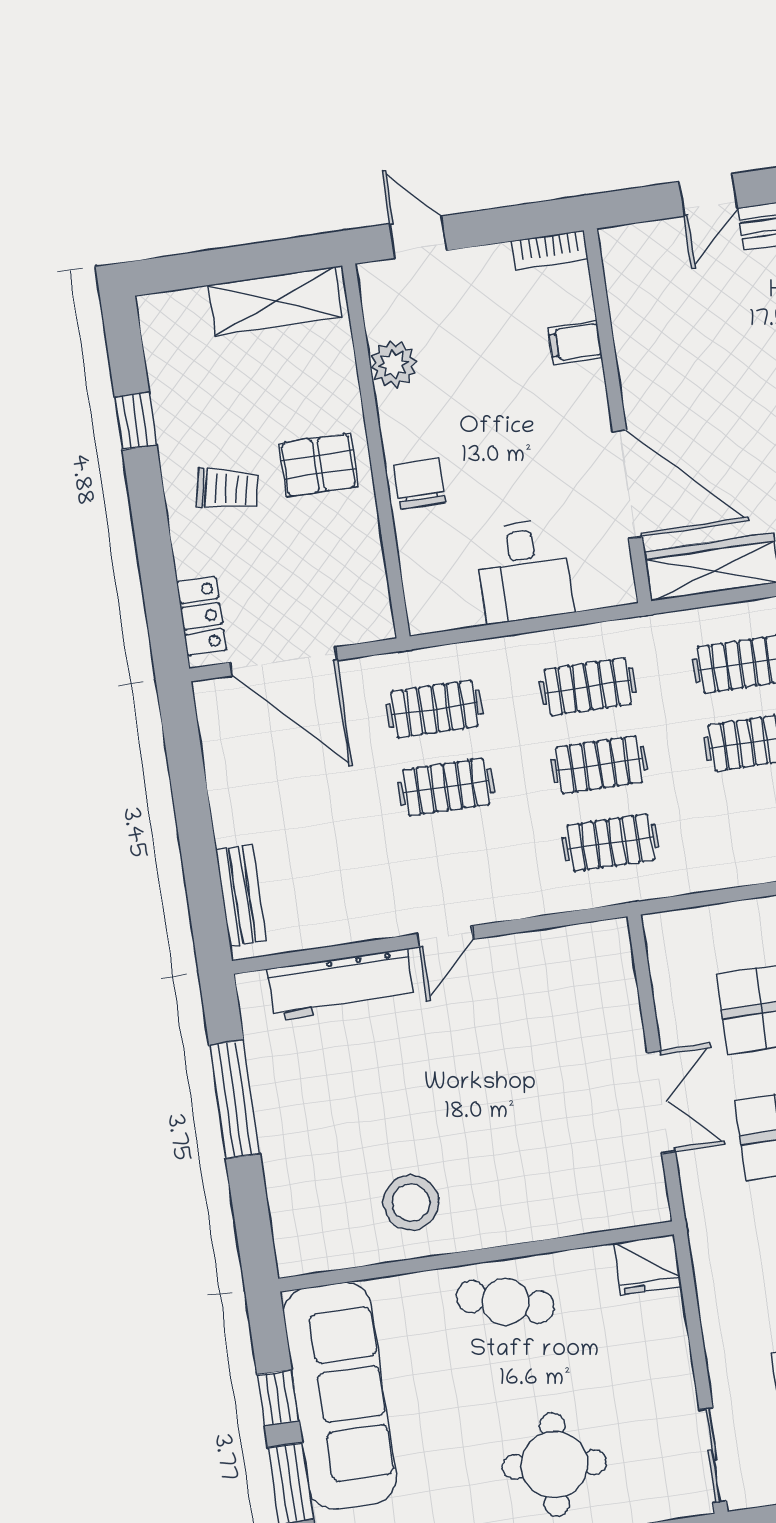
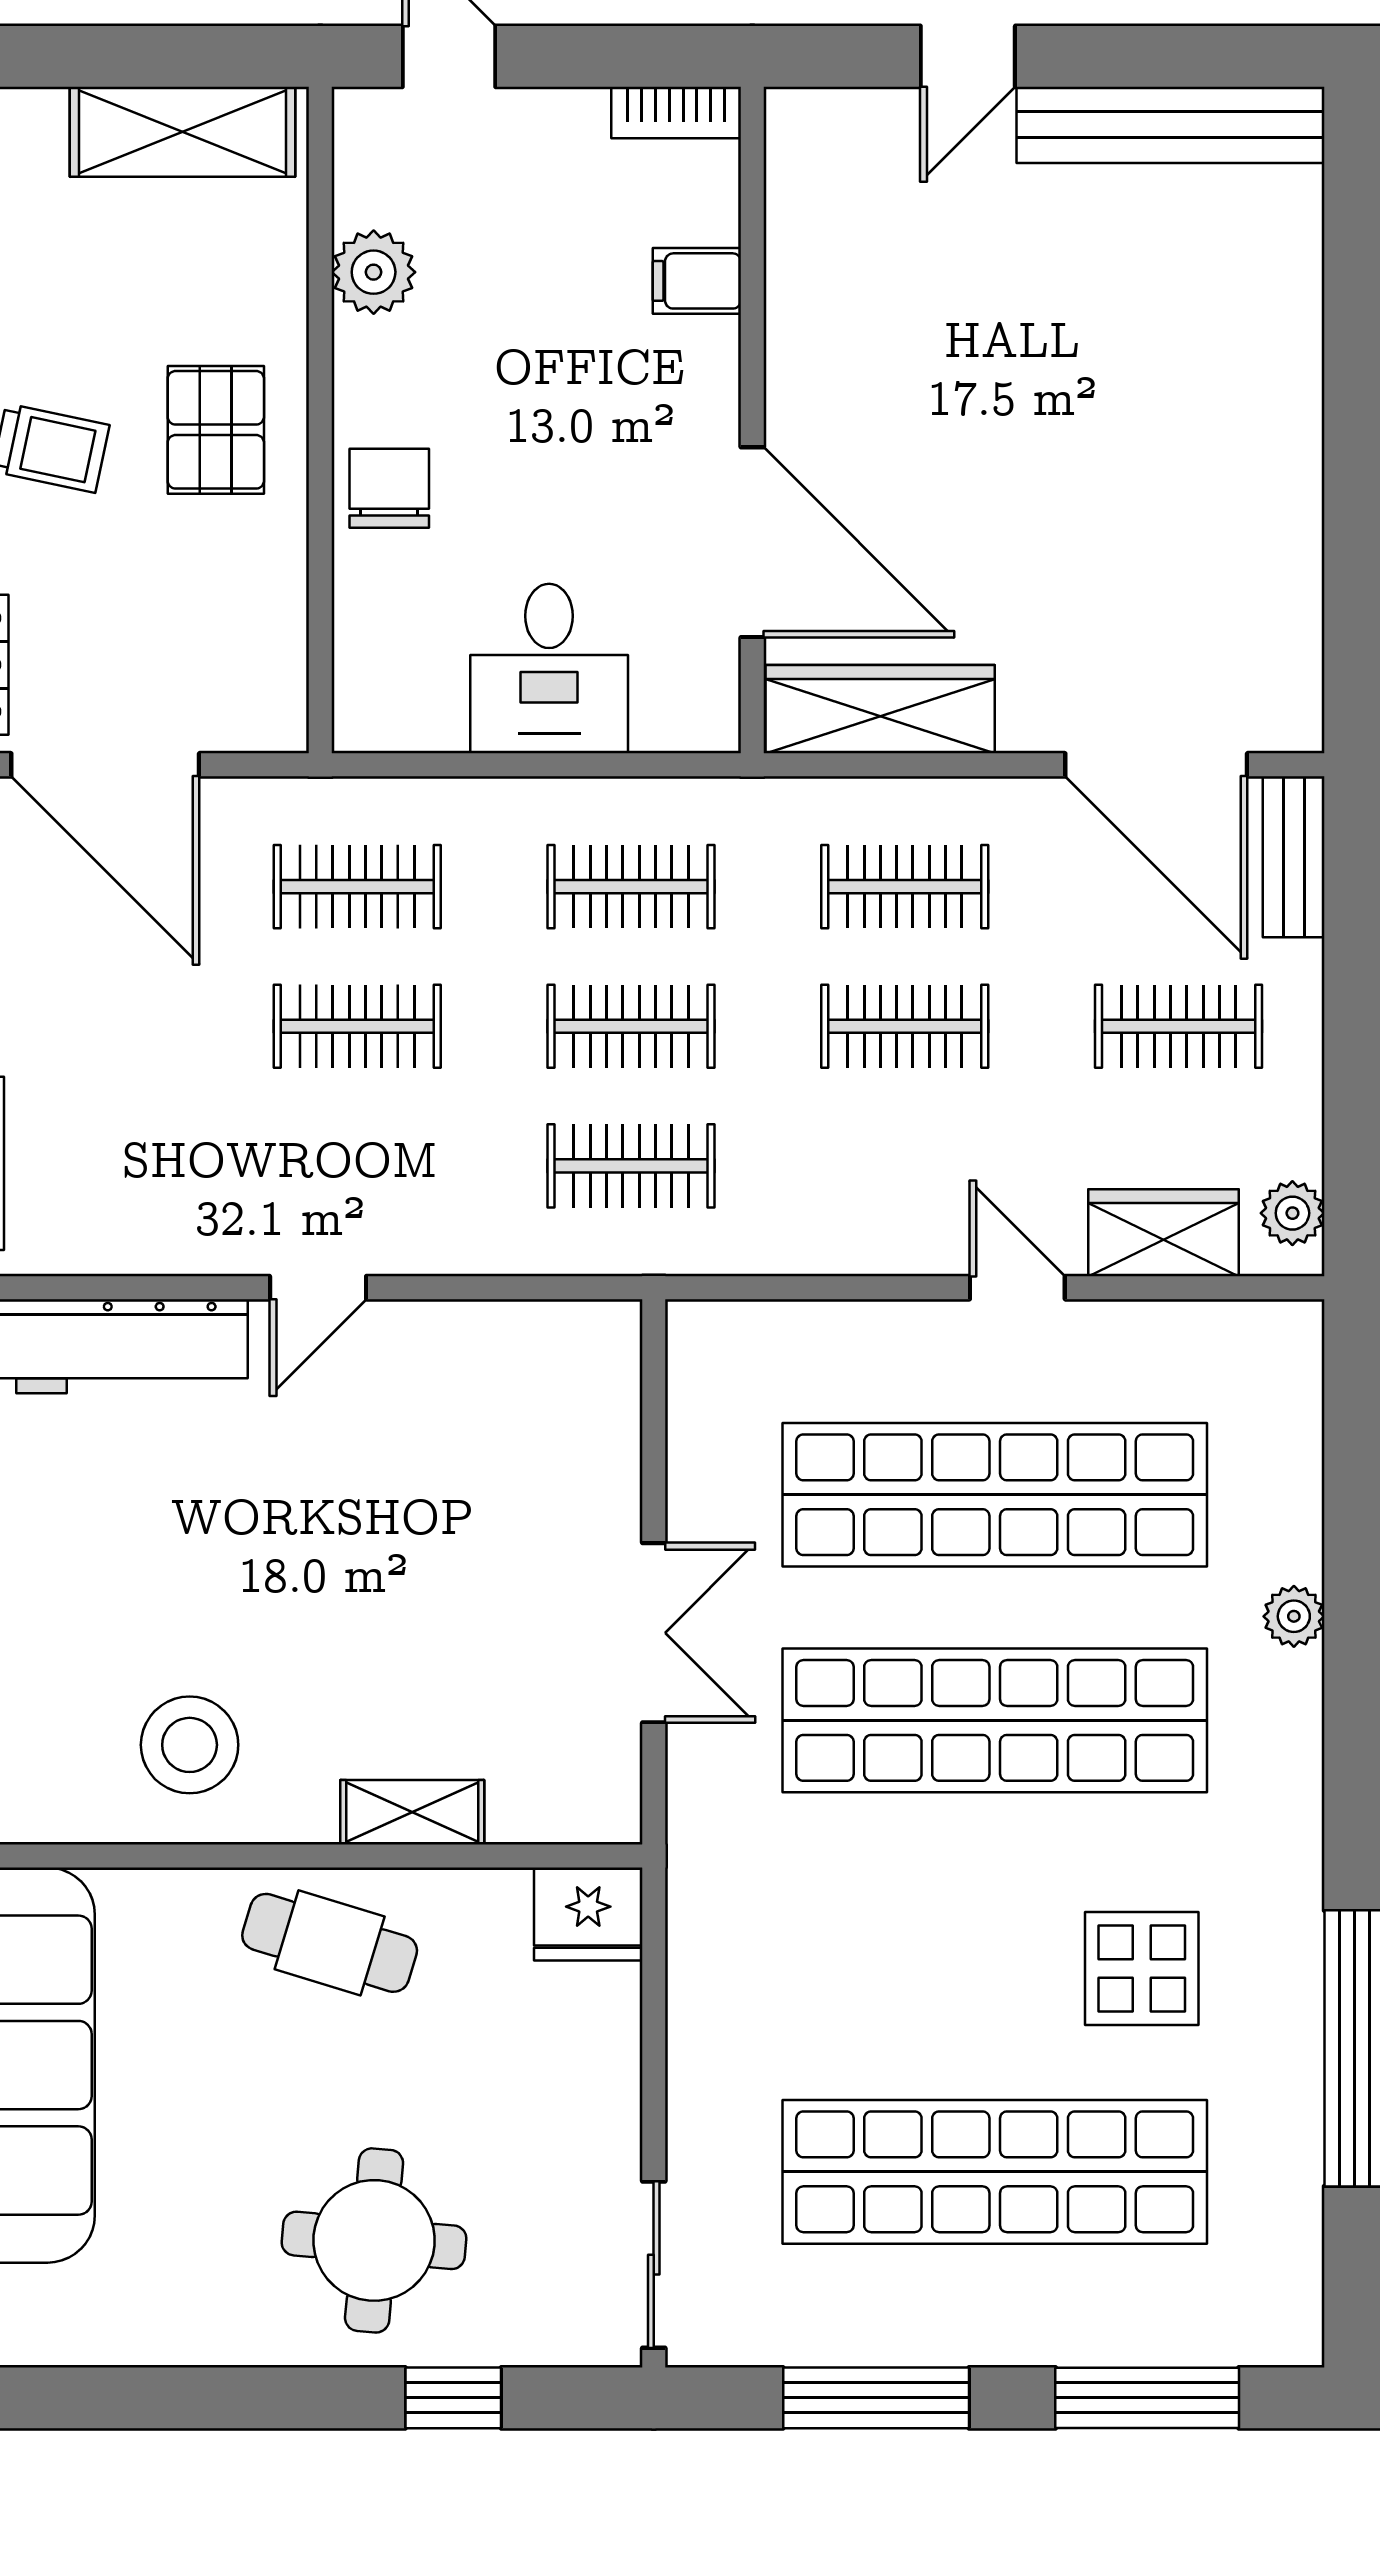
pallet: (318, 465) -> (216, 430), turned 90
shelving: (541, 1222) -> (412, 1812), added

